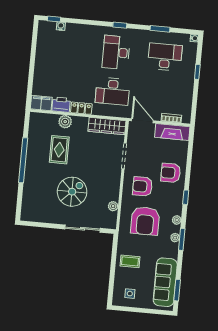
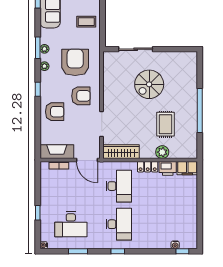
desk: (113, 91) -> (119, 186), turned 90
plant: (113, 206) -> (108, 74), removed

